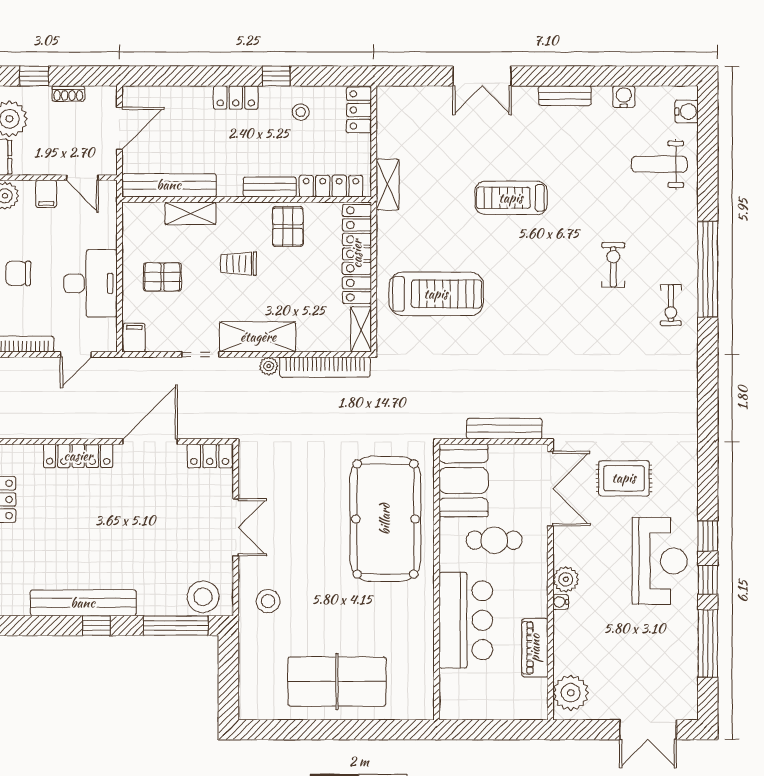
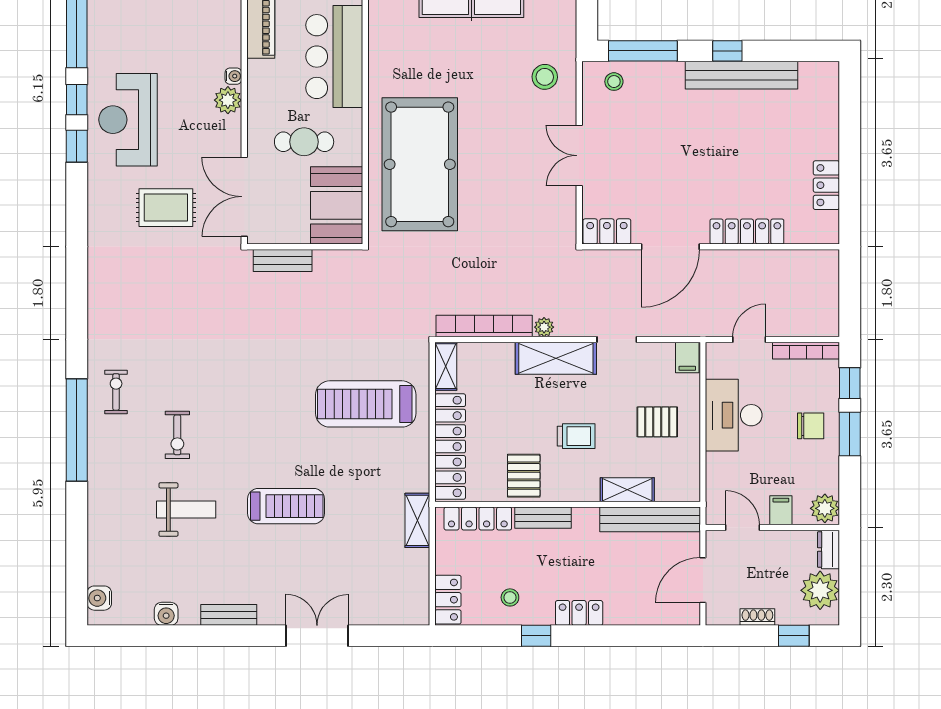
weight bench: (659, 164) -> (186, 510), moved
bench: (504, 429) -> (283, 260), width x0.73
stool: (203, 597) -> (614, 82), width x0.53, depth x0.53

